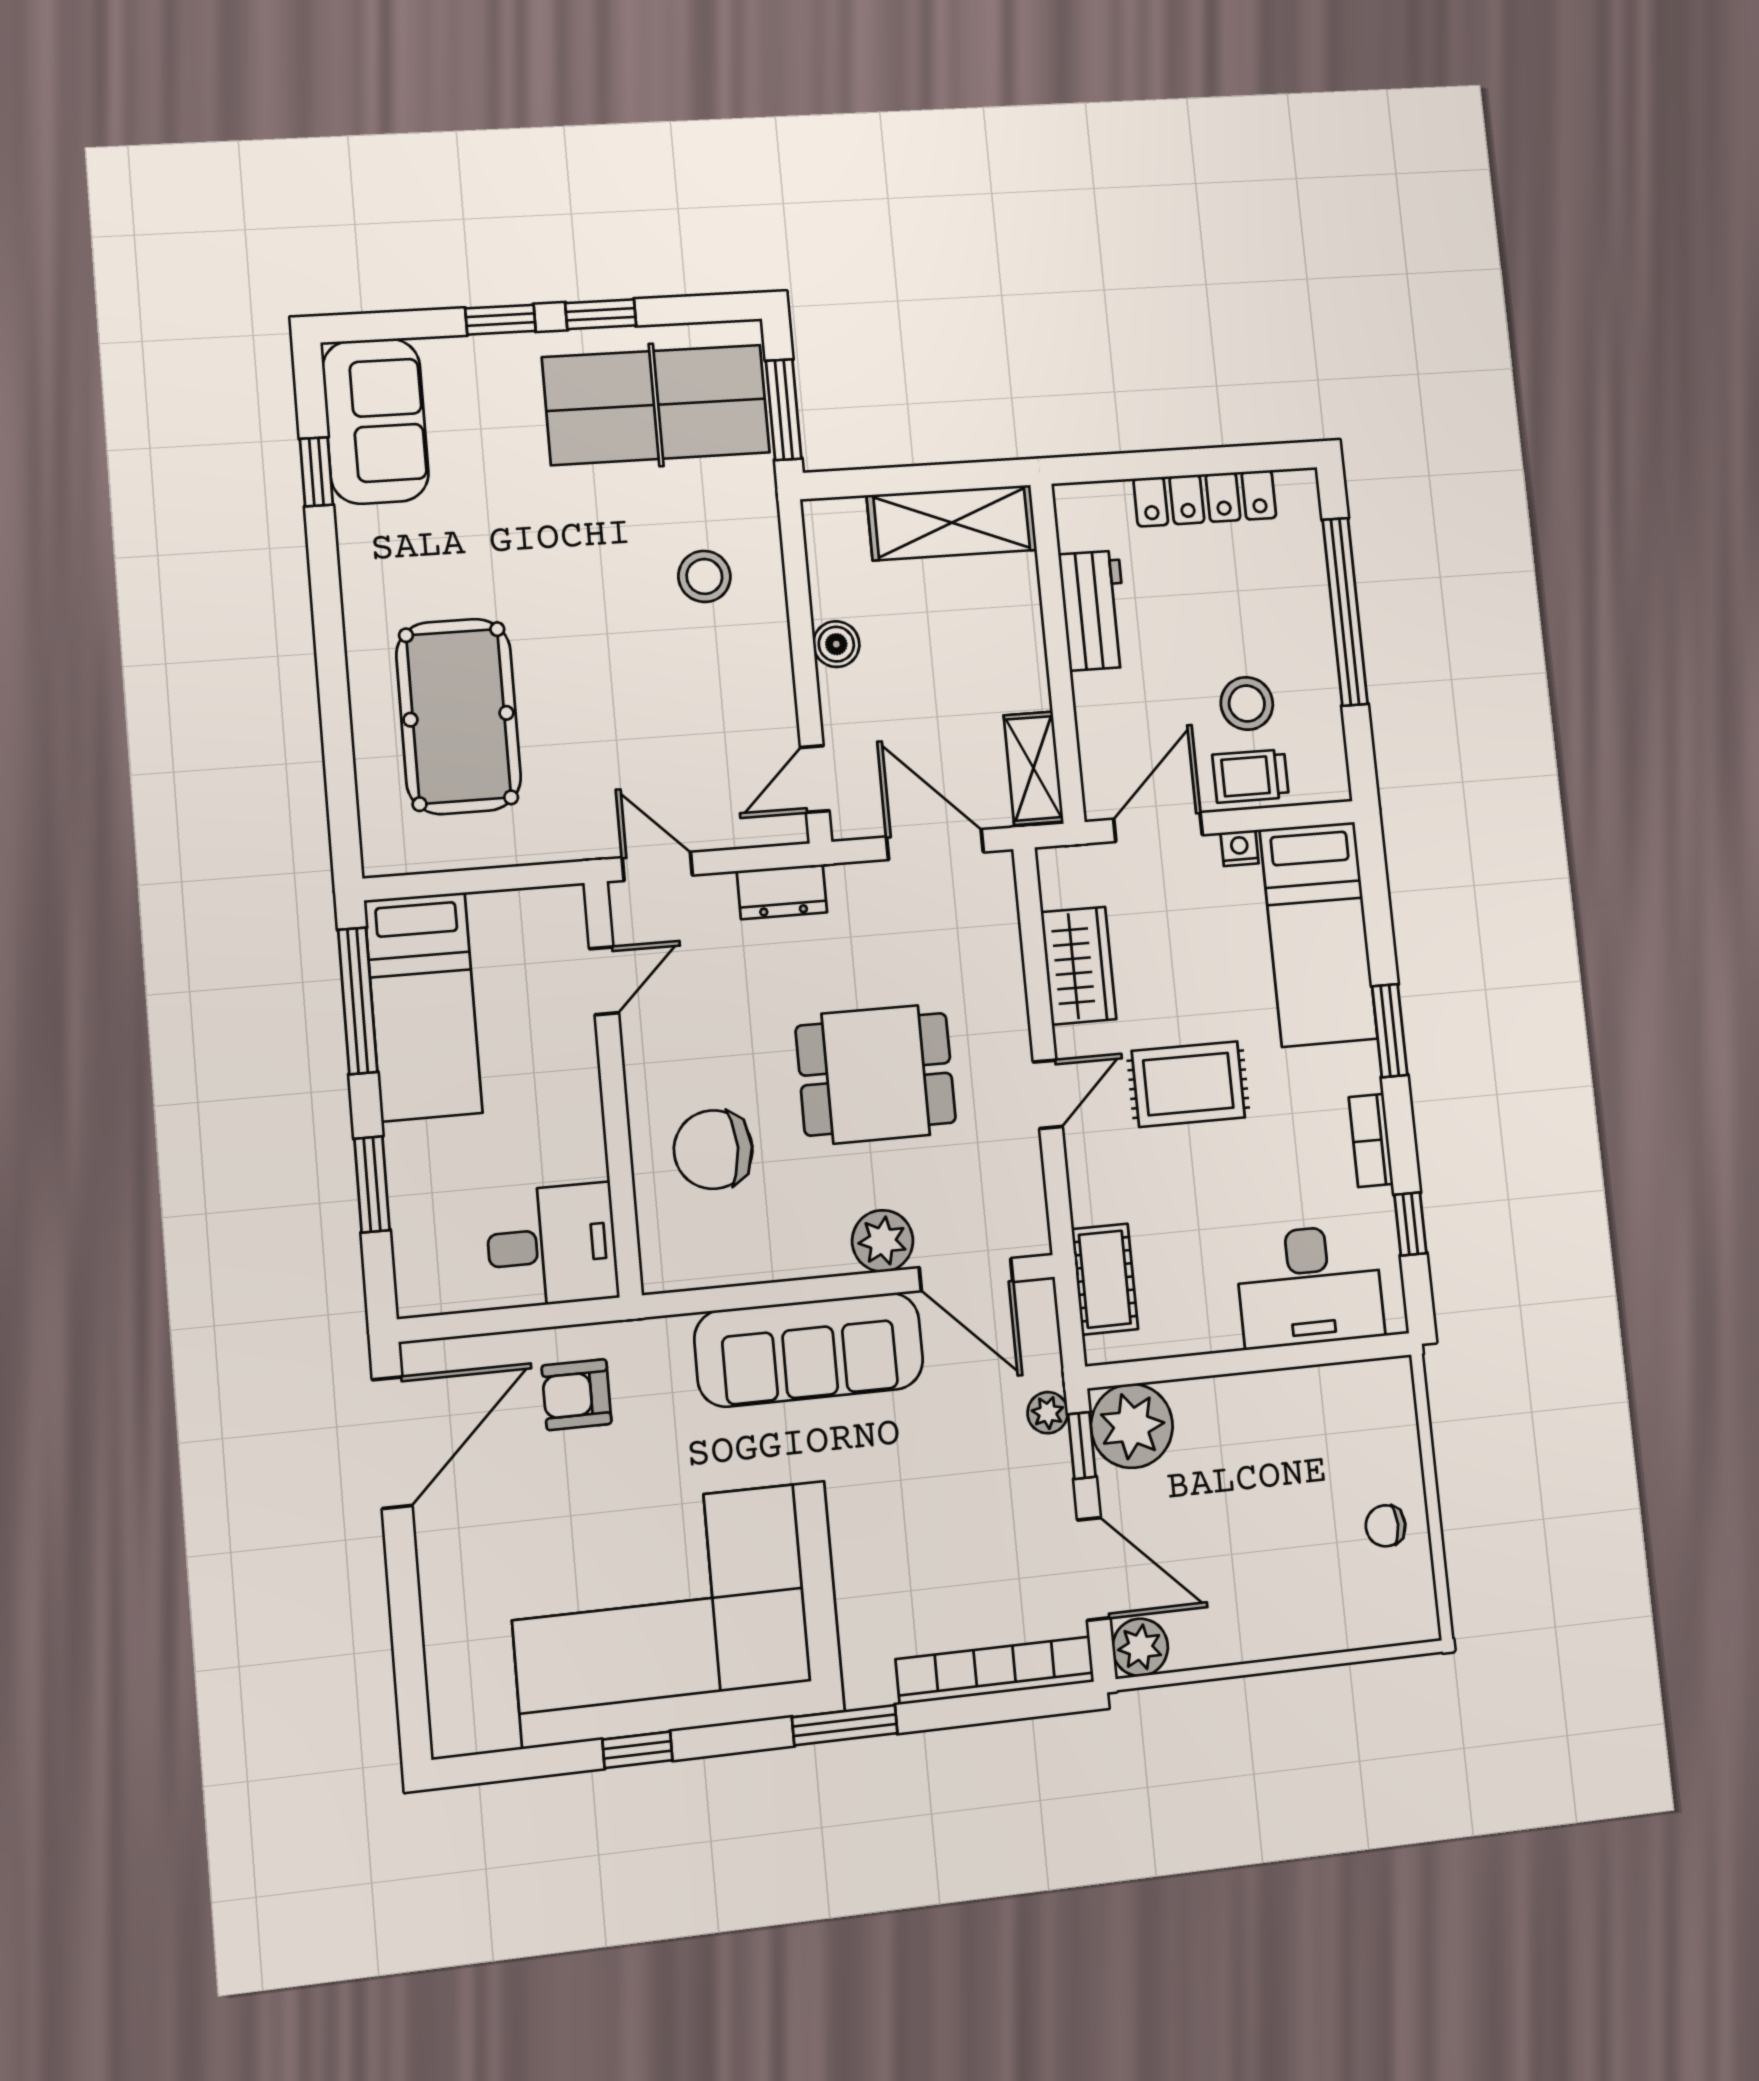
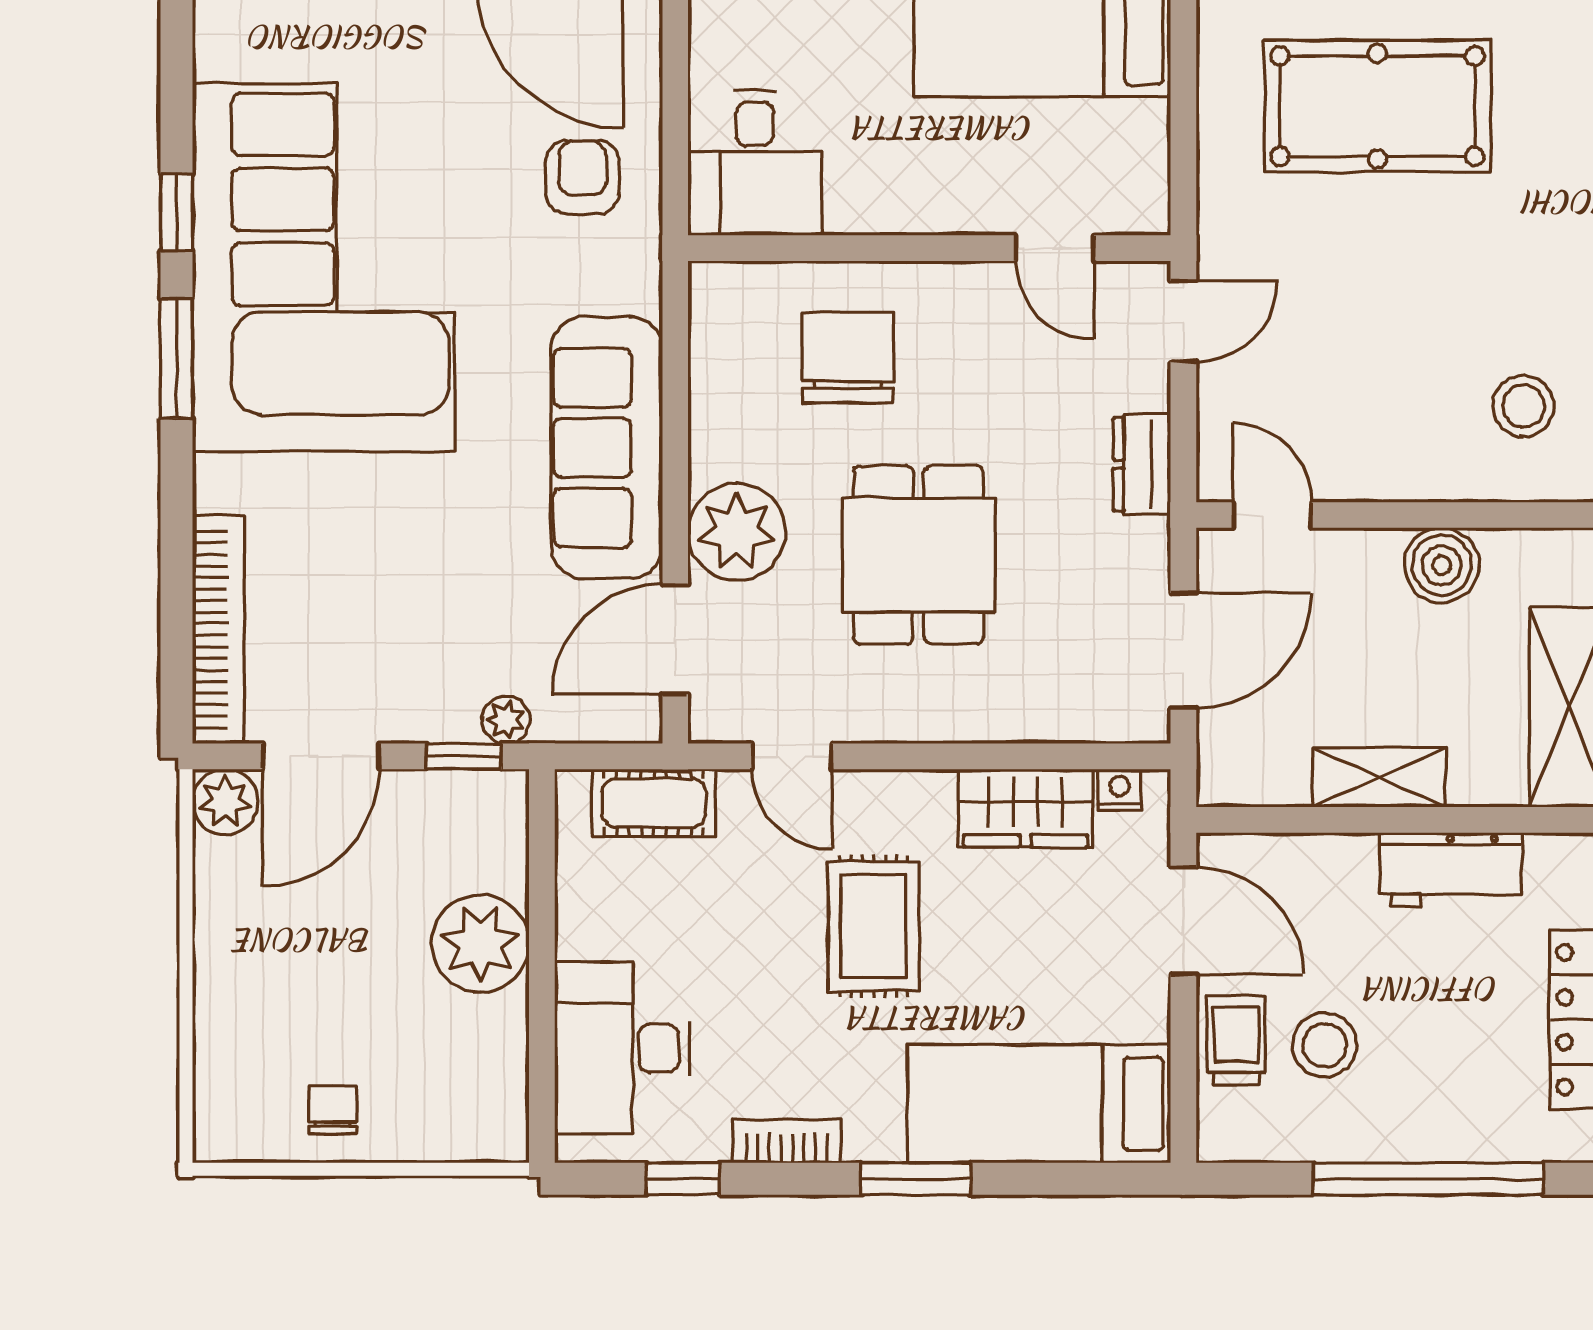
boiler: (836, 644) -> (1442, 565), width x1.36, depth x1.36
shelving: (1034, 768) -> (1379, 777), moved
nightstand: (1240, 848) -> (1119, 789), moved, turned -90
door: (1048, 1094) -> (792, 756), moved
plant: (883, 1241) -> (737, 532), width x1.36, depth x1.36
plant: (1132, 1426) -> (480, 943), moved
window: (845, 1725) -> (177, 358), moved

